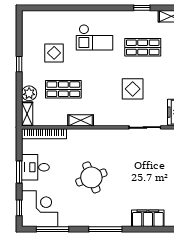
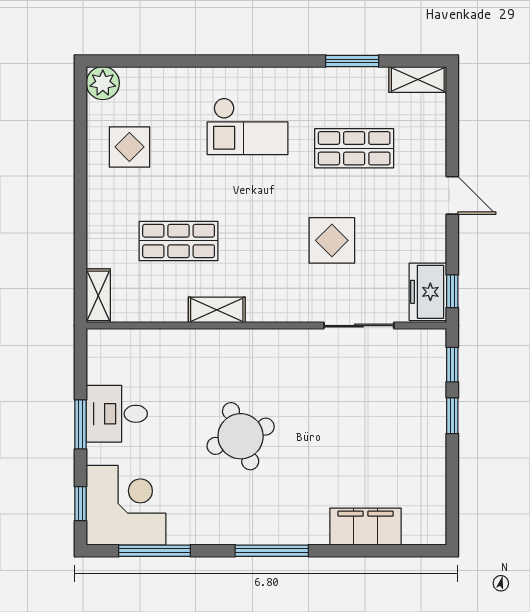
window: (142, 8) -> (352, 61), width x1.50
display table: (54, 53) -> (129, 147), moved
window: (19, 64) -> (81, 185), removed
plant: (29, 93) -> (103, 83), moved
bookcase: (44, 134) -> (136, 340), removed

